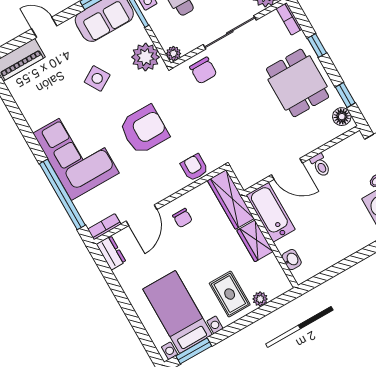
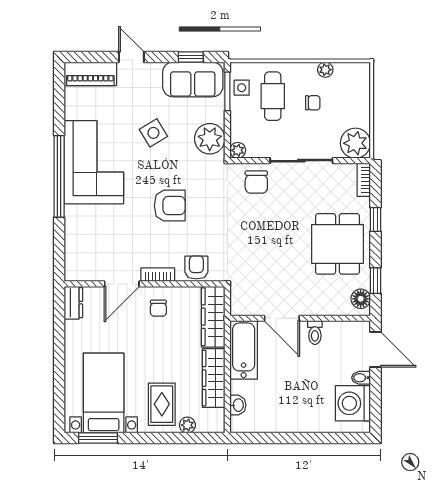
armchair: (144, 130) -> (170, 206), width x0.73, depth x0.73
corner sofa: (76, 153) -> (94, 162), moved
window: (62, 194) -> (59, 176), moved
bookcase: (104, 227) -> (158, 275), moved
wardrobe: (255, 241) -> (214, 378), width x1.50

